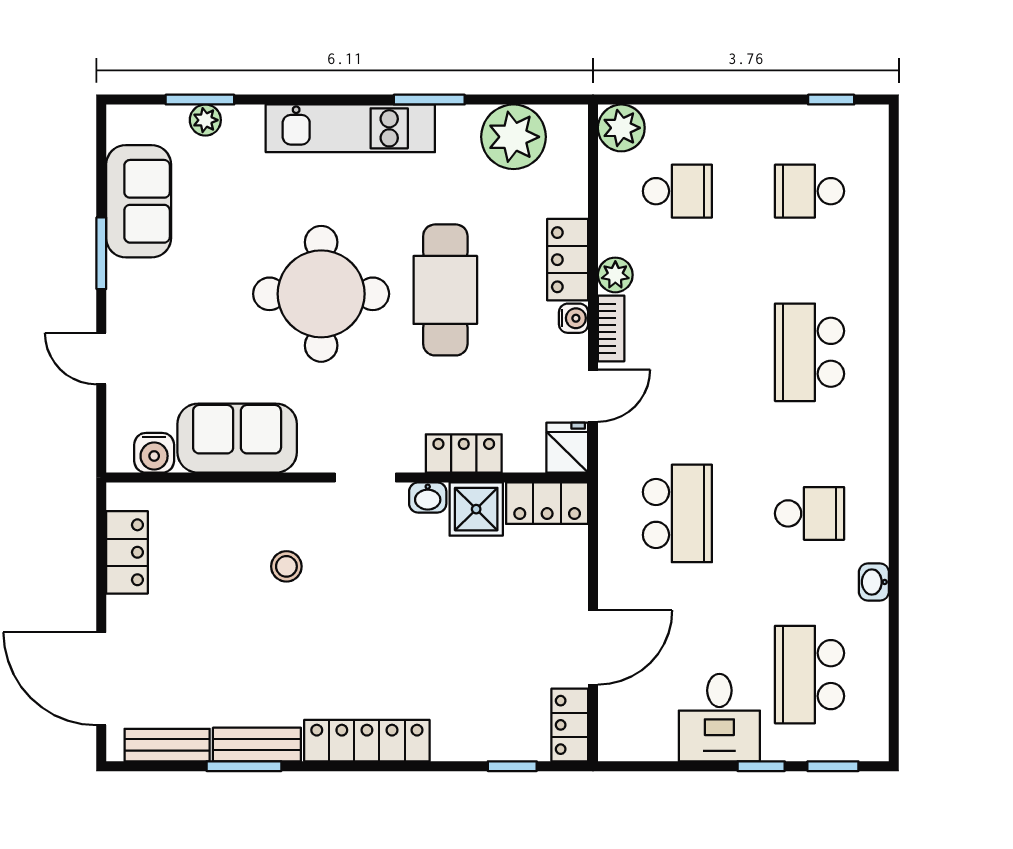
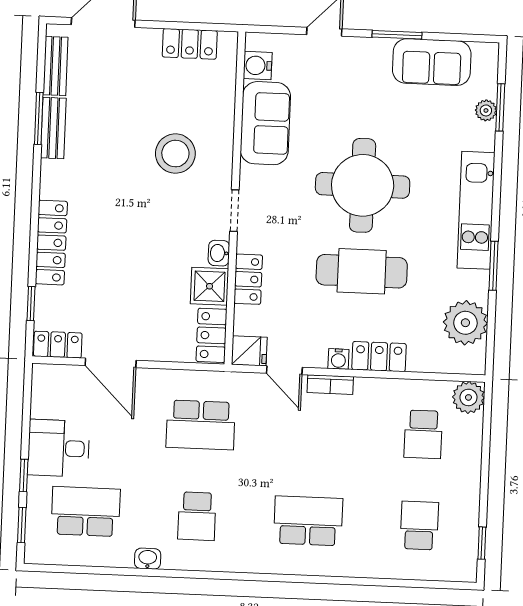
plant: (615, 275) -> (367, 389), removed
stool: (286, 566) -> (175, 154), width x1.89, depth x1.89
locker: (367, 741) -> (51, 243), moved

